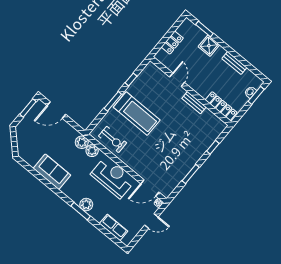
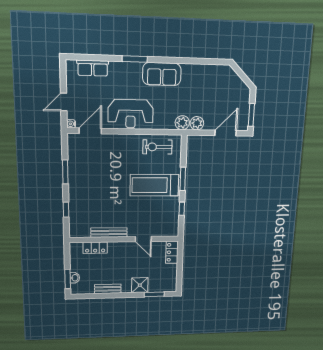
locker: (172, 43) -> (172, 252), moved
bench: (194, 103) -> (109, 232), width x1.36
locker: (221, 106) -> (95, 248), width x0.66
plant: (92, 151) -> (197, 123), moved
sofa: (52, 172) -> (162, 74), moved
plant: (86, 205) -> (134, 69), removed

